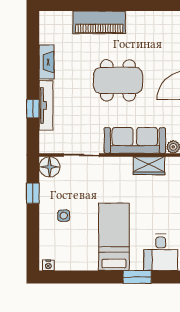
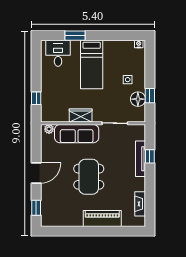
fireplace: (47, 62) -> (140, 204), moved
dining table: (118, 80) -> (89, 177), turned 90
wardrobe: (149, 166) -> (81, 115), moved
floor lamp: (49, 167) -> (138, 99), moved

